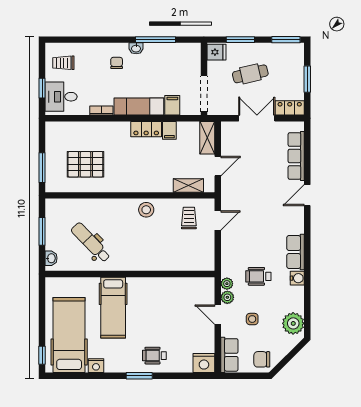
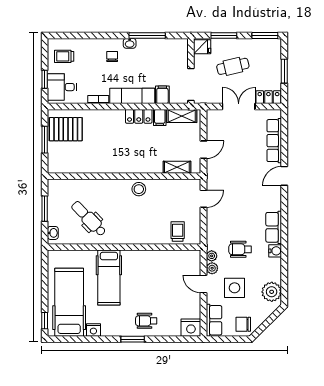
shelving: (207, 138) -> (182, 116), moved, turned 90
pallet: (85, 164) -> (66, 129), moved
window: (42, 168) -> (45, 140), moved
trolley: (189, 218) -> (178, 232), moved
side table: (252, 319) -> (235, 288), width x1.87, depth x1.87

